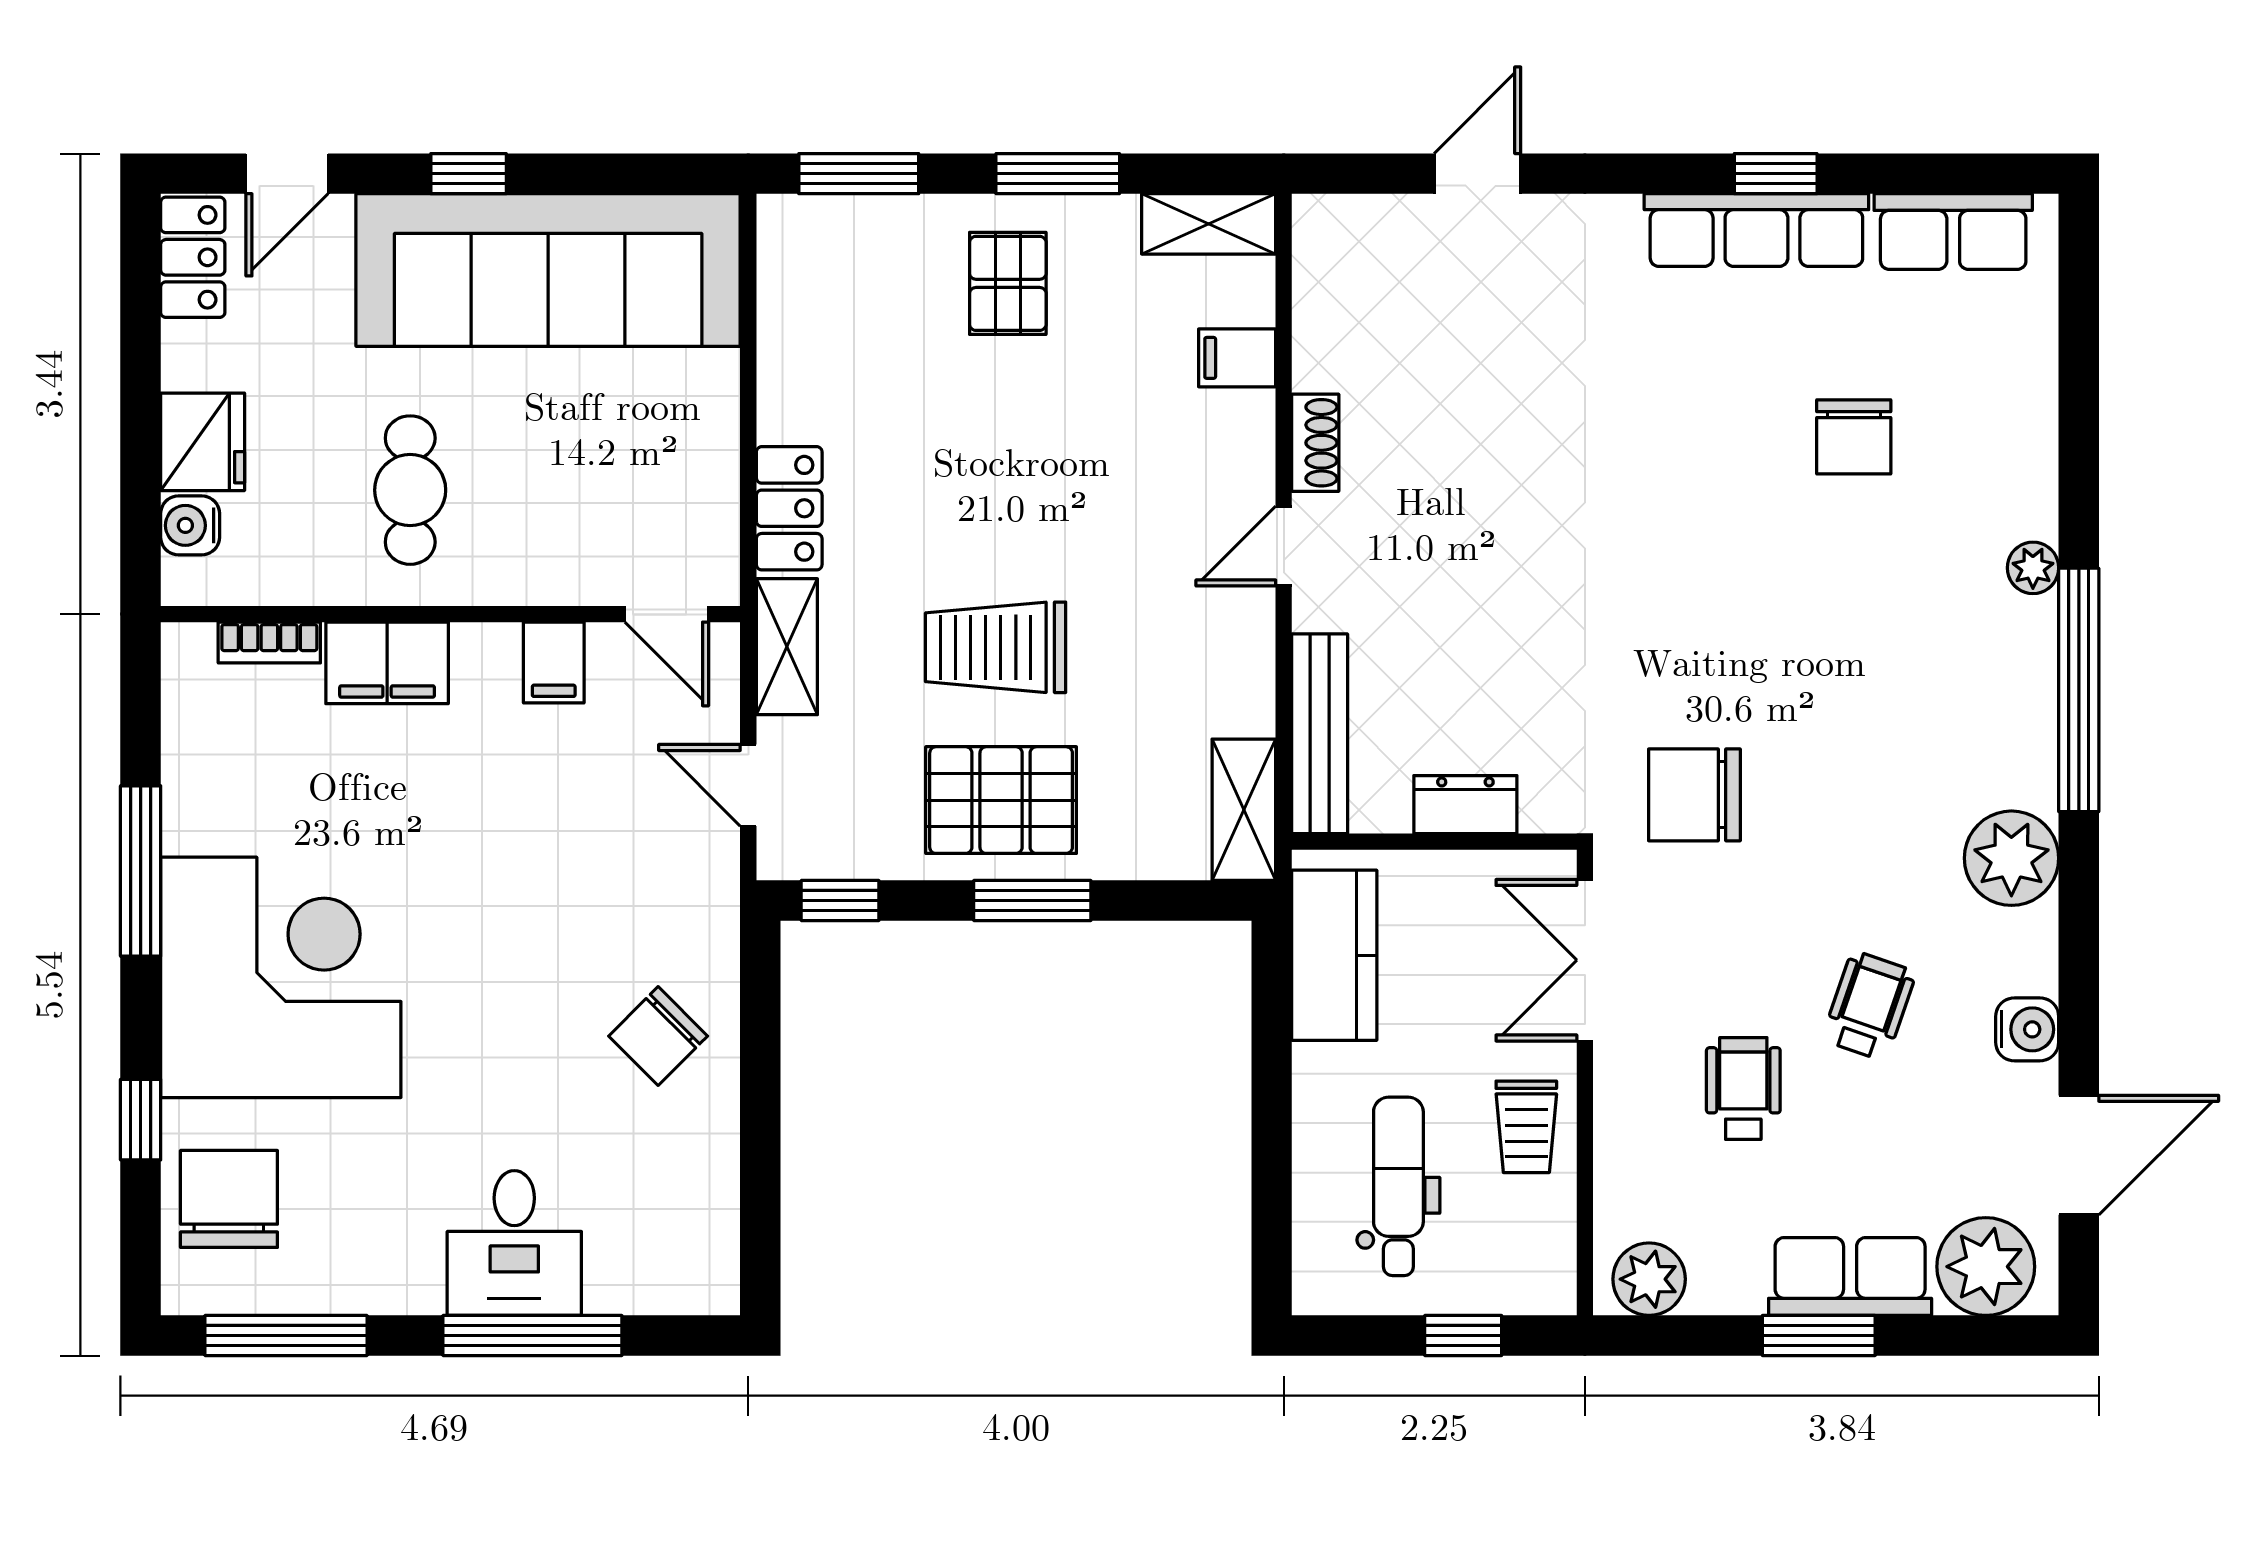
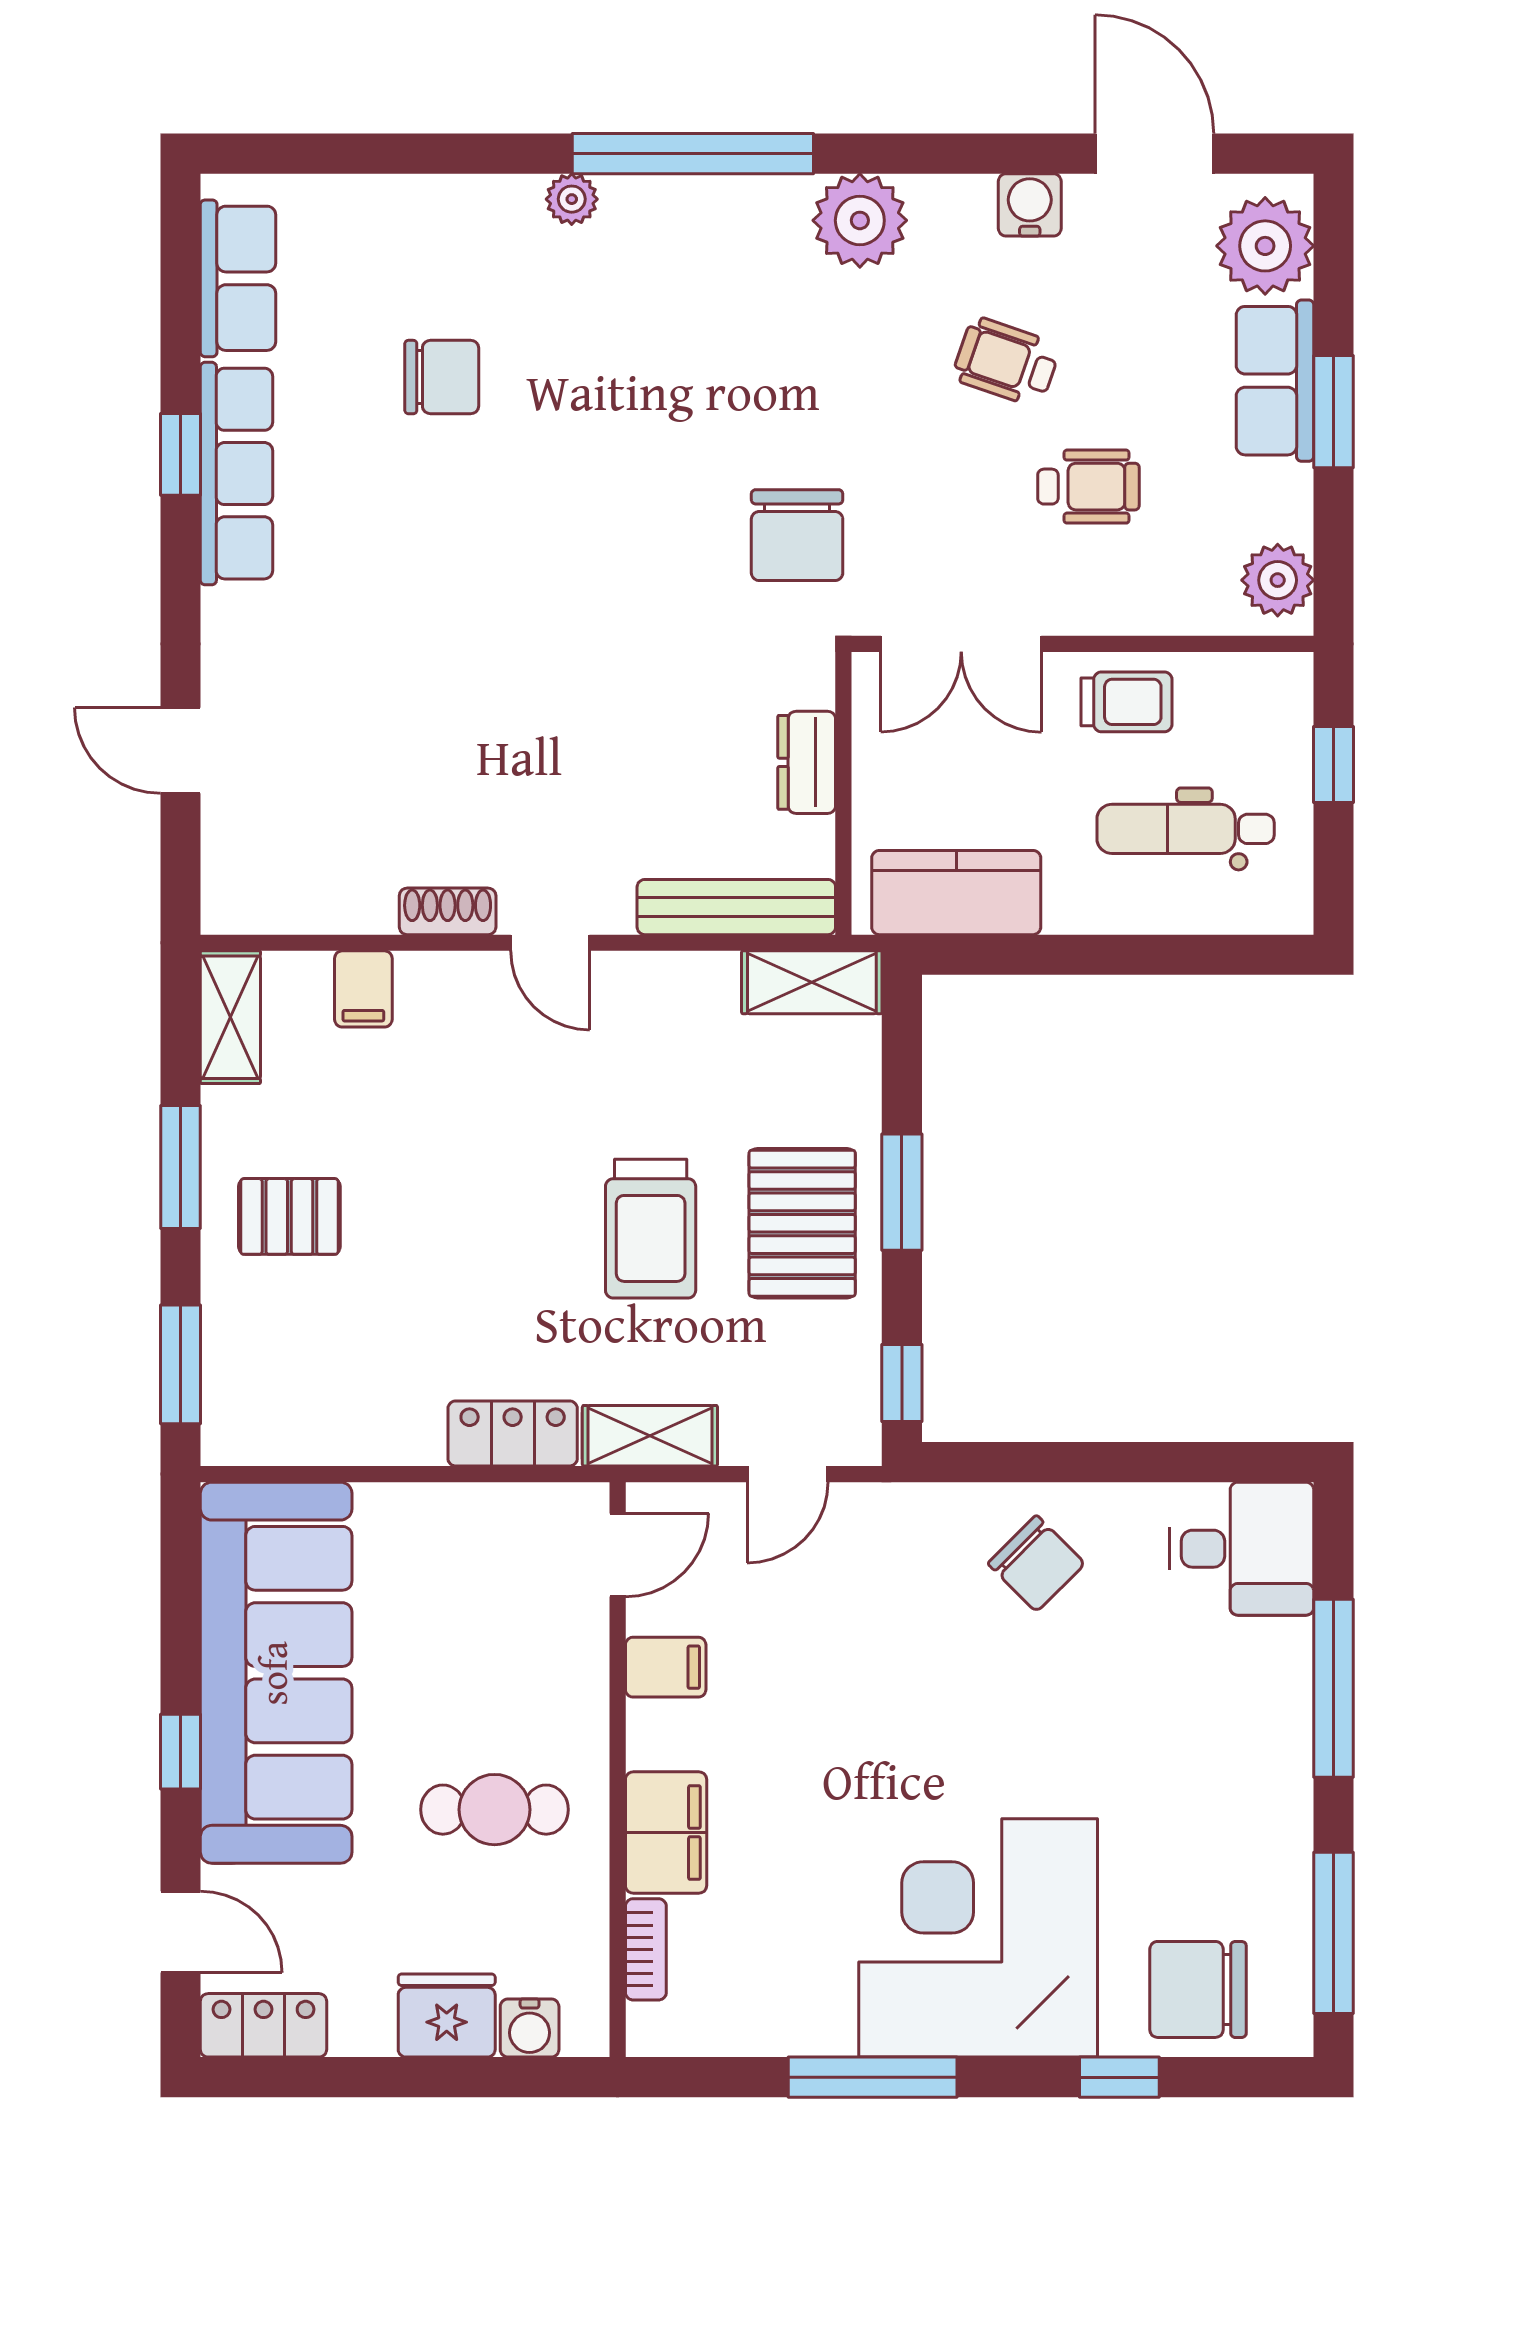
wheelchair: (1743, 1088) -> (1088, 487), turned 180
desk: (514, 1243) -> (1242, 1549), moved

